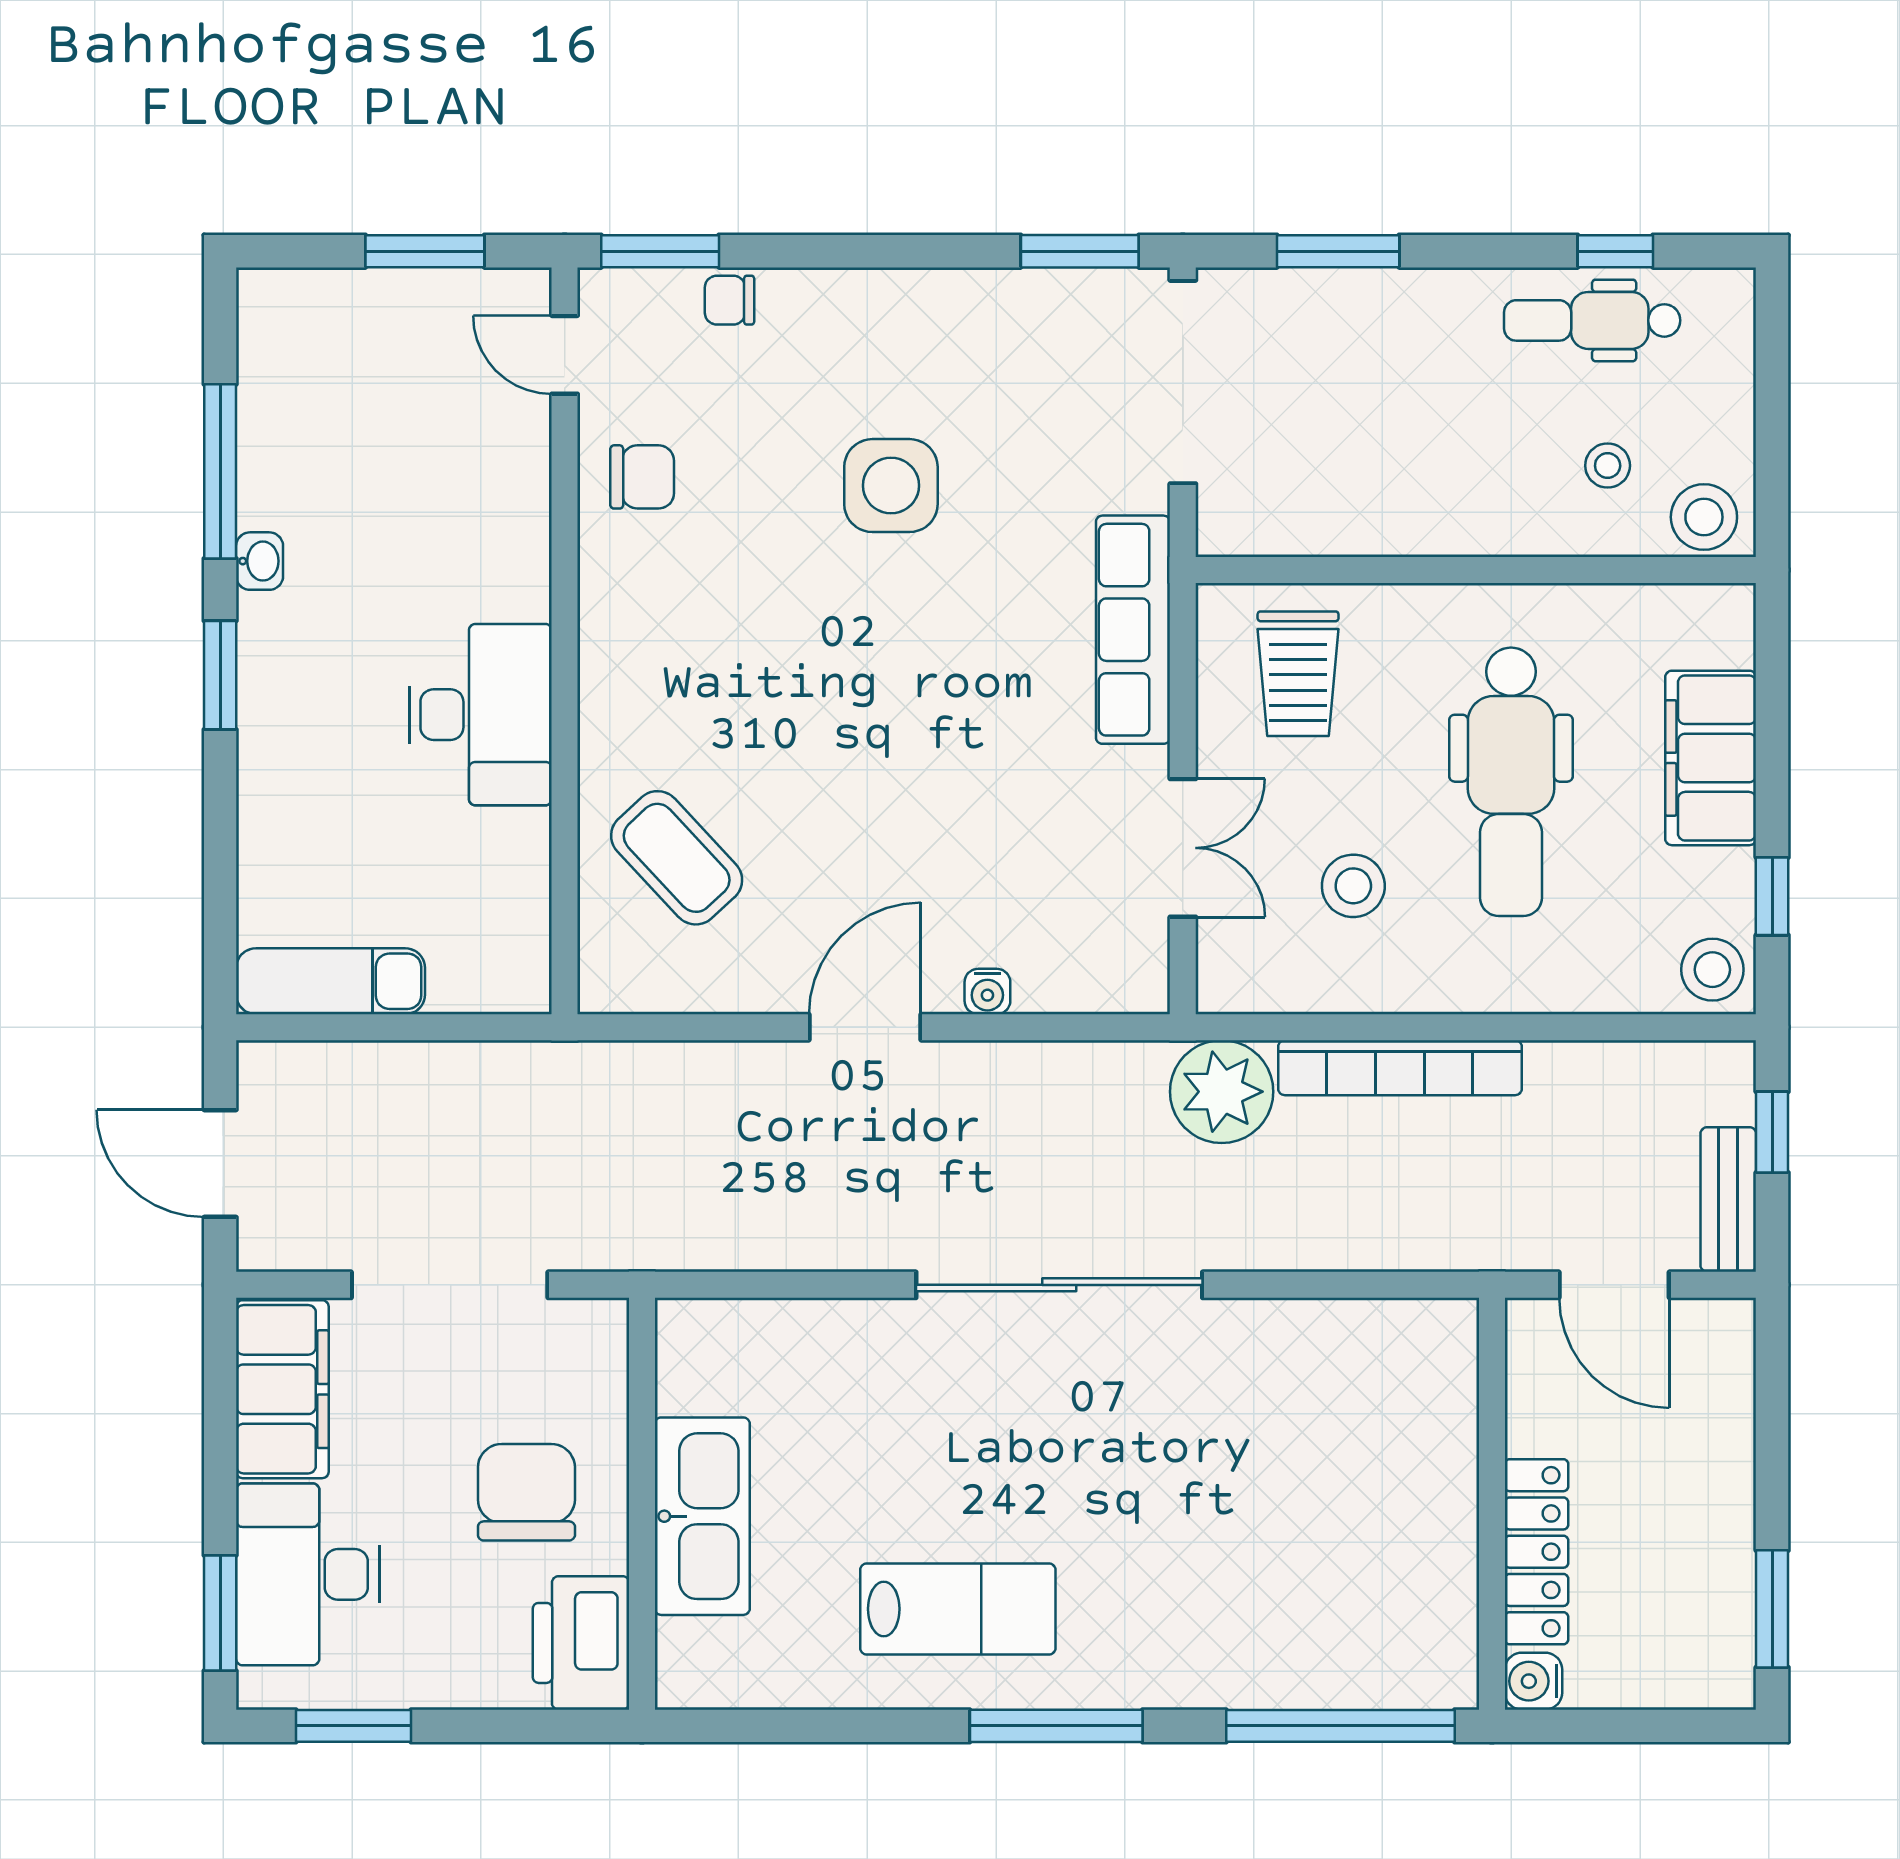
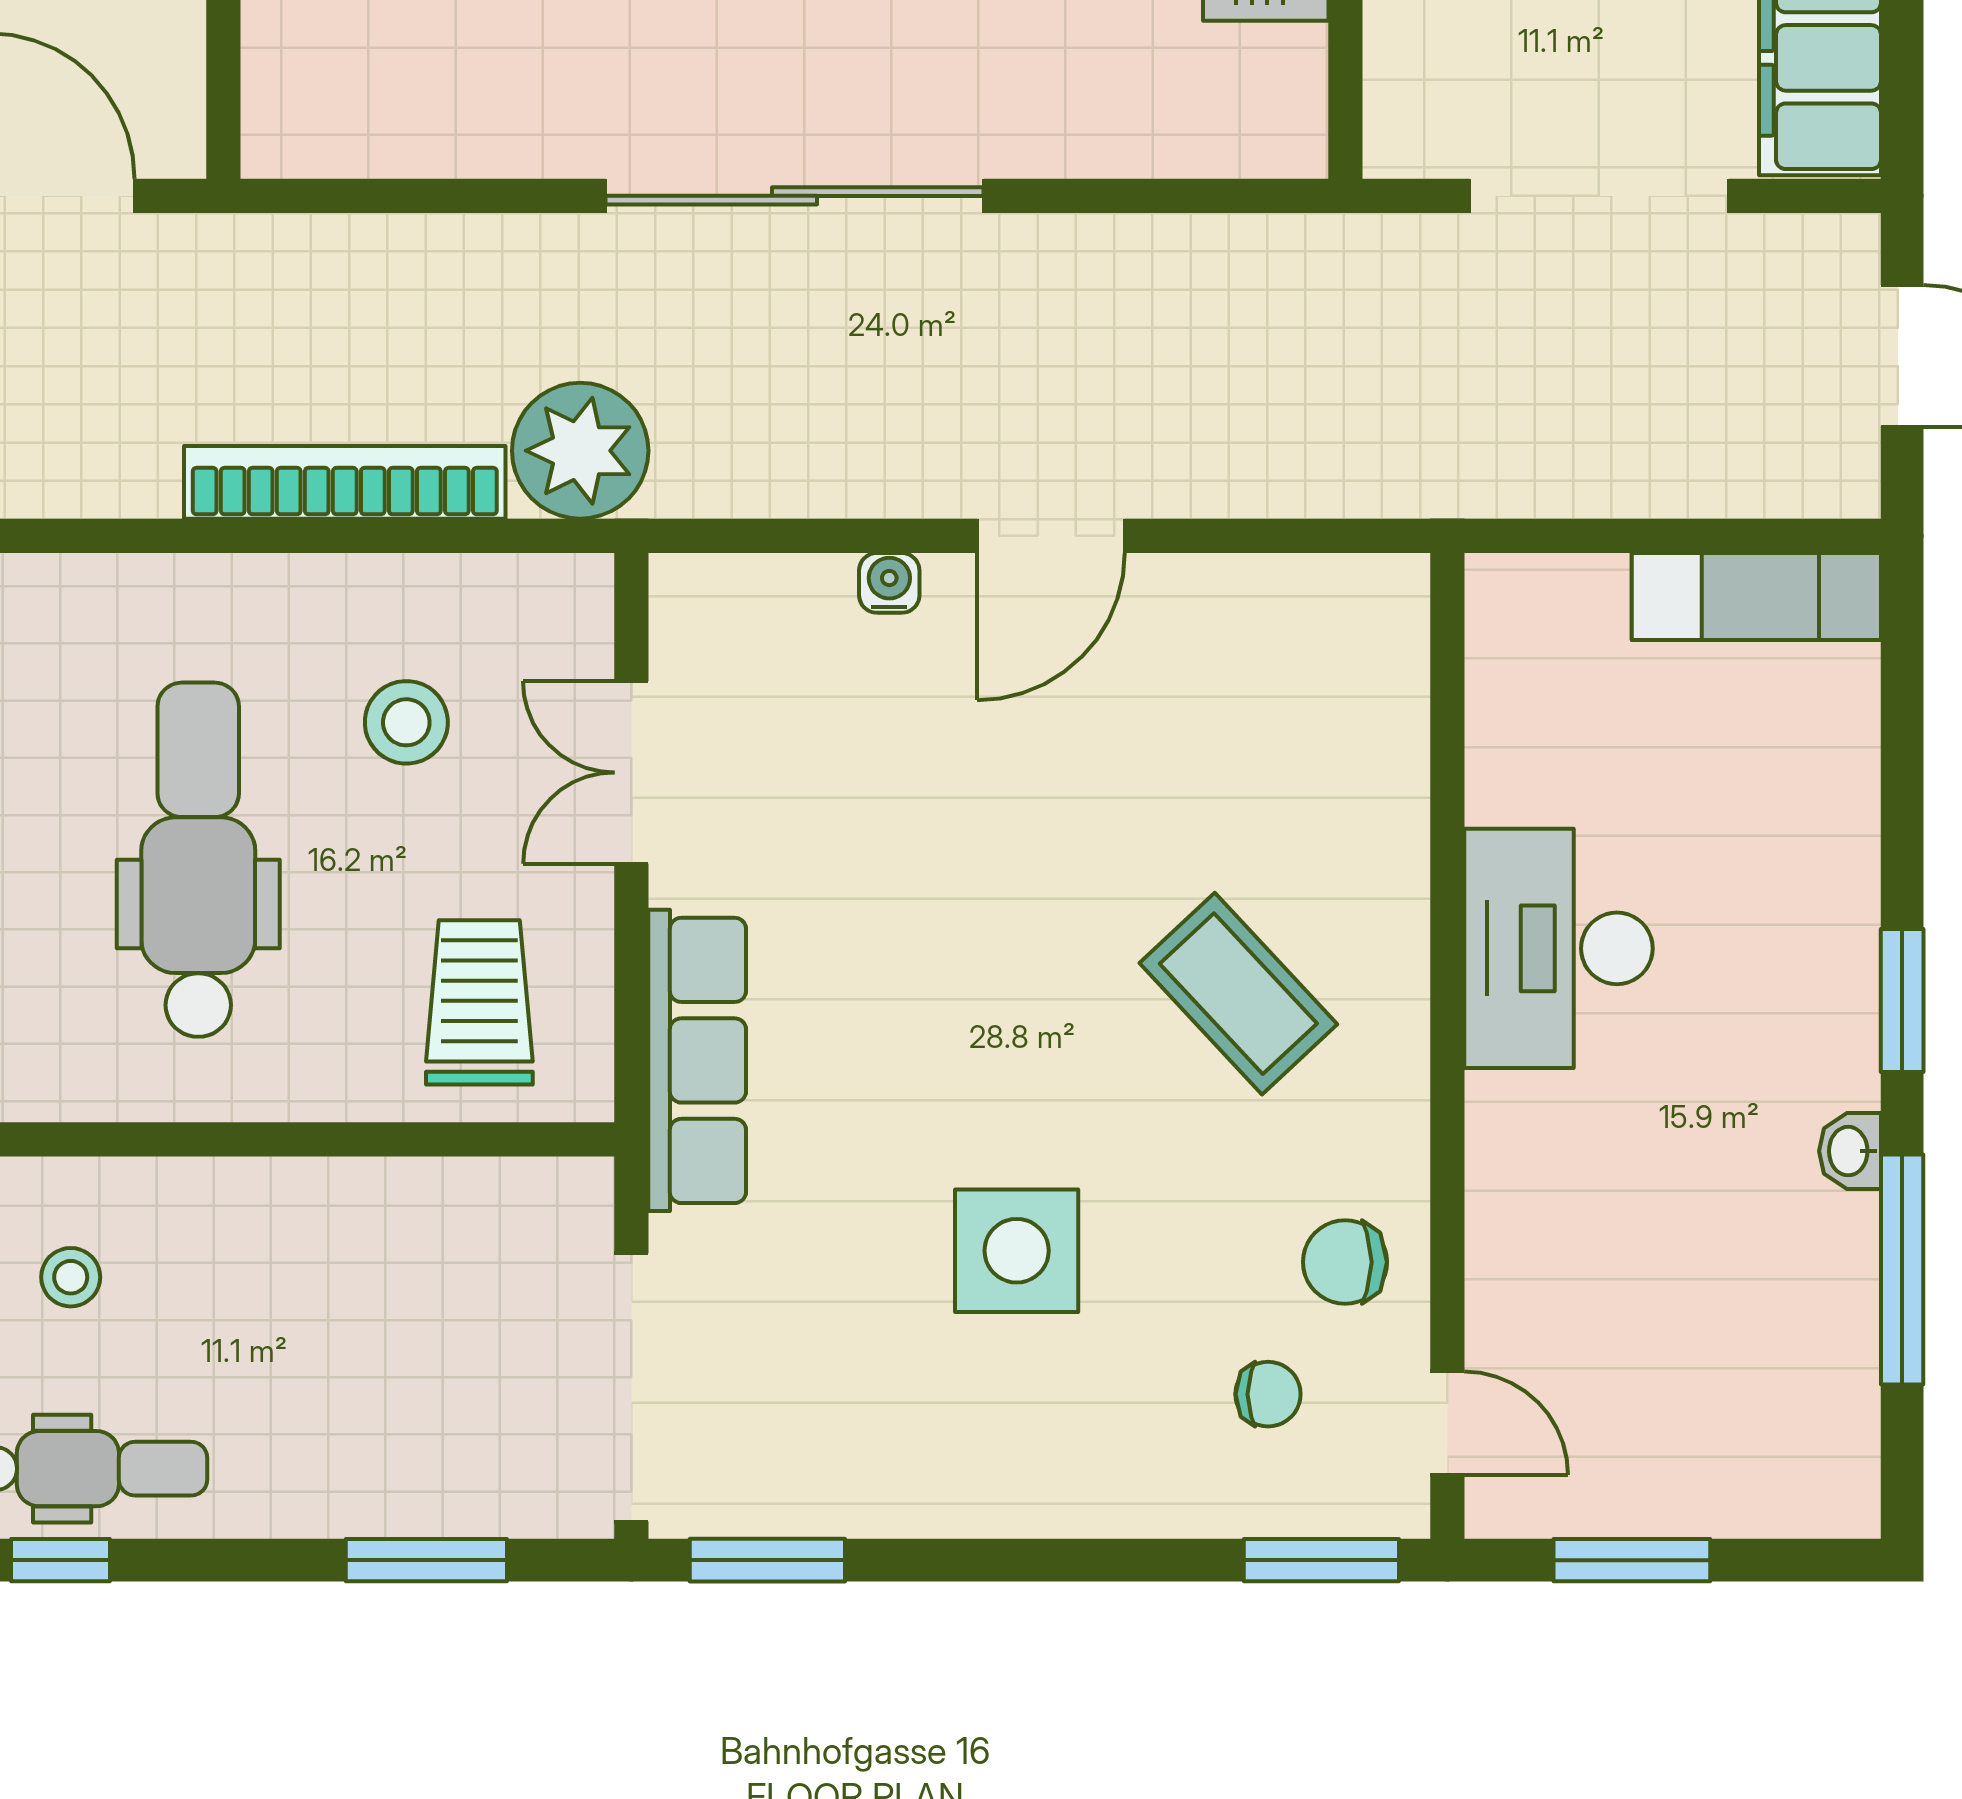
chair: (729, 300) -> (1268, 1394), moved
coffee table: (677, 858) -> (1238, 994), moved

